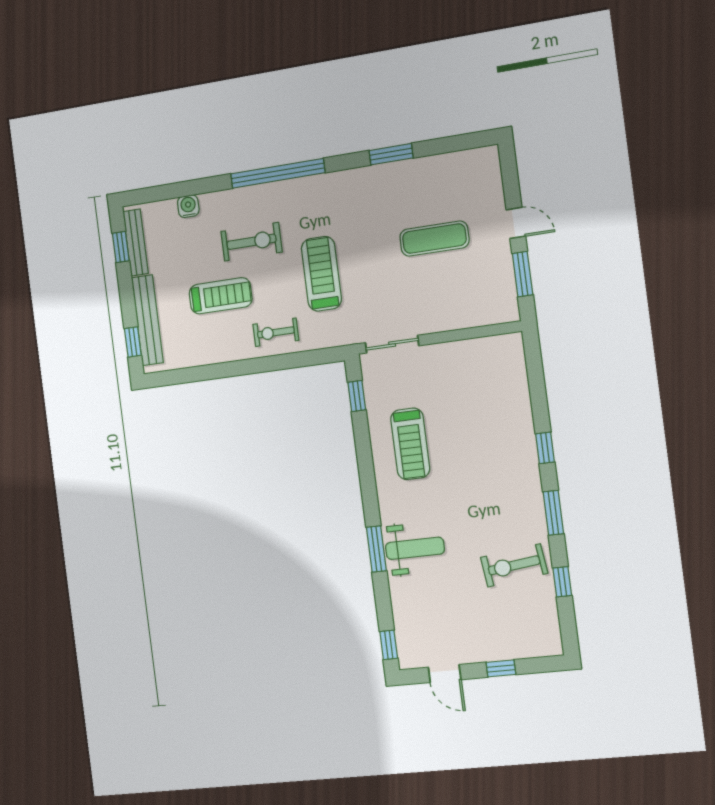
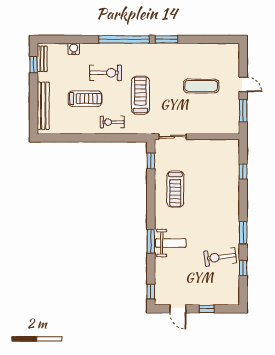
window: (391, 154) -> (167, 39), moved
bench: (136, 243) -> (42, 59), width x0.73
window: (133, 342) -> (34, 116), removed
window: (545, 448) -> (243, 172), moved

